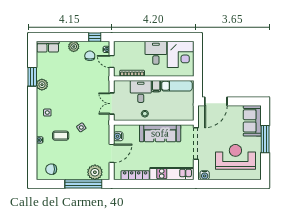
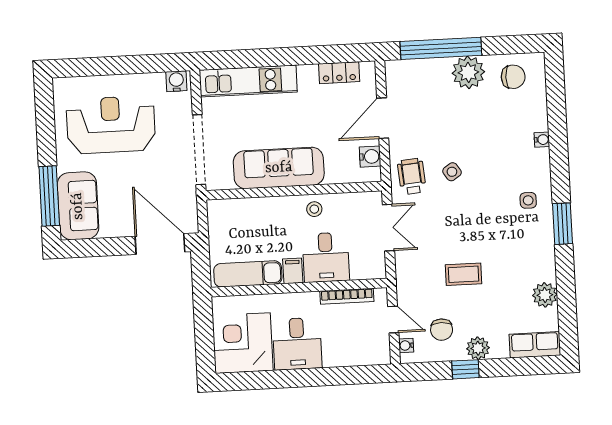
window: (95, 37) -> (465, 369), moved
window: (32, 77) -> (563, 224), moved
plant: (42, 85) -> (545, 295), moved
door: (216, 101) -> (160, 244), hinge flipped
wheelchair: (100, 126) -> (412, 176), added
coffee table: (61, 136) -> (463, 274), moved
window: (265, 139) -> (49, 196), moved
reception desk: (235, 157) -> (111, 125), turned 180
plant: (95, 172) -> (468, 72), moved
locker: (135, 175) -> (339, 73), width x0.66

